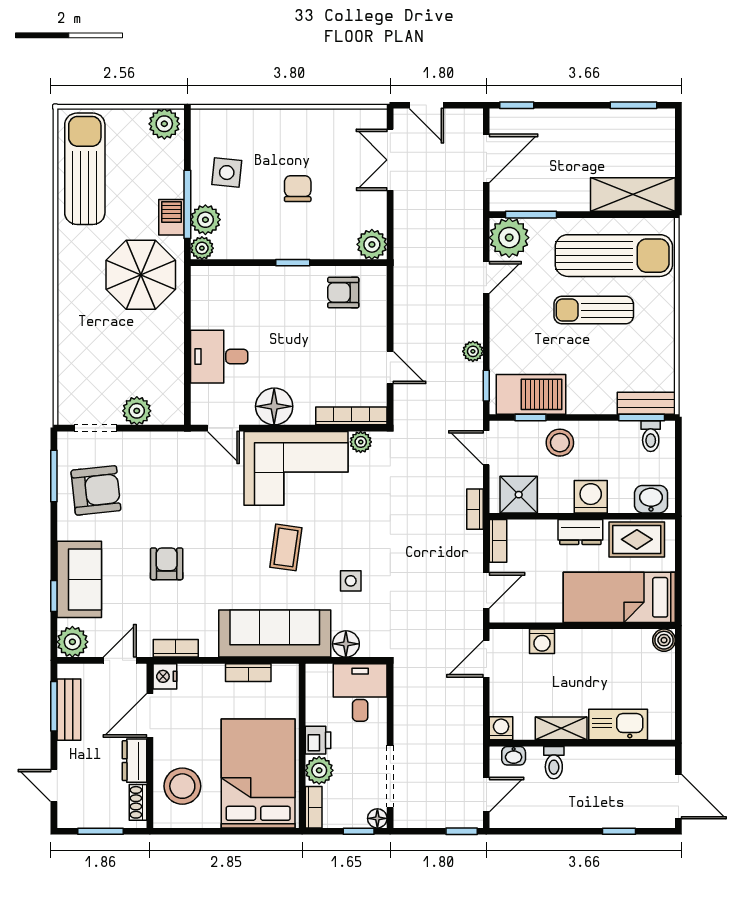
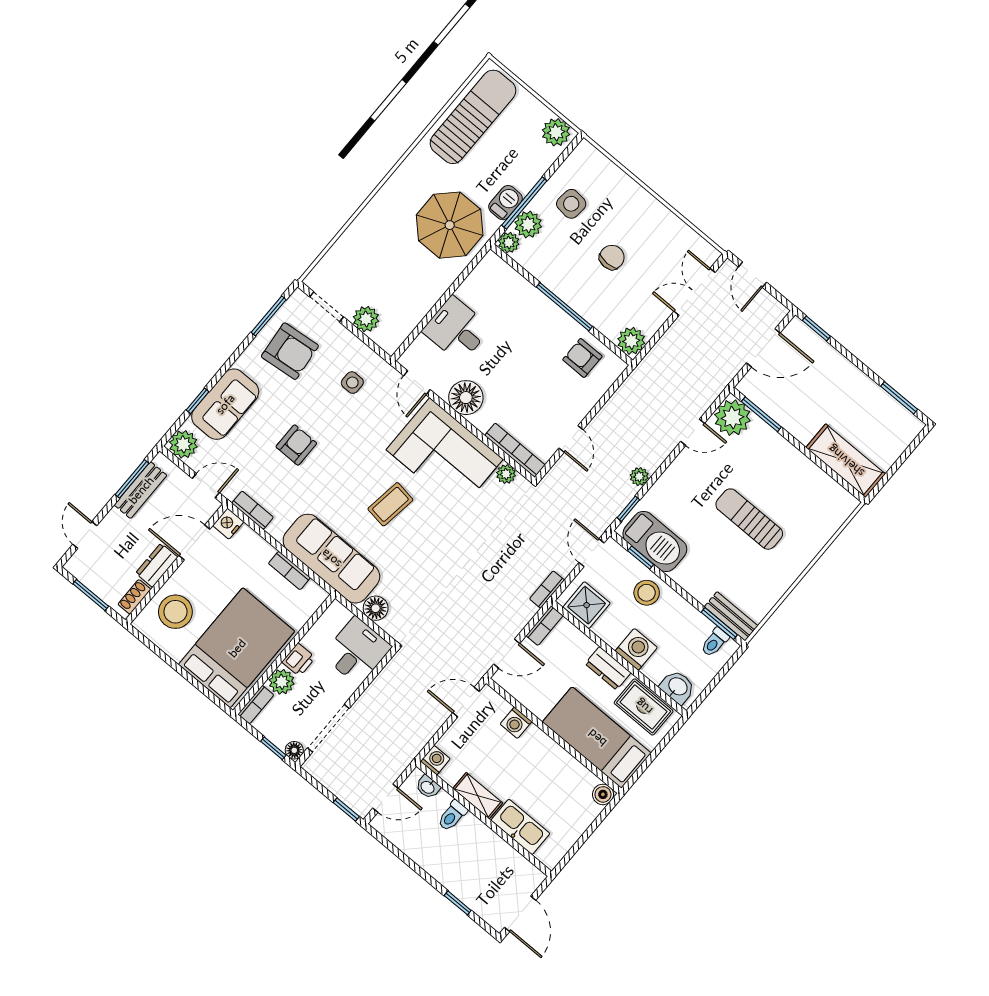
sun lounger: (614, 256) -> (796, 492), removed
window: (293, 263) -> (564, 307), width x2.17
side table: (351, 581) -> (352, 383), moved

